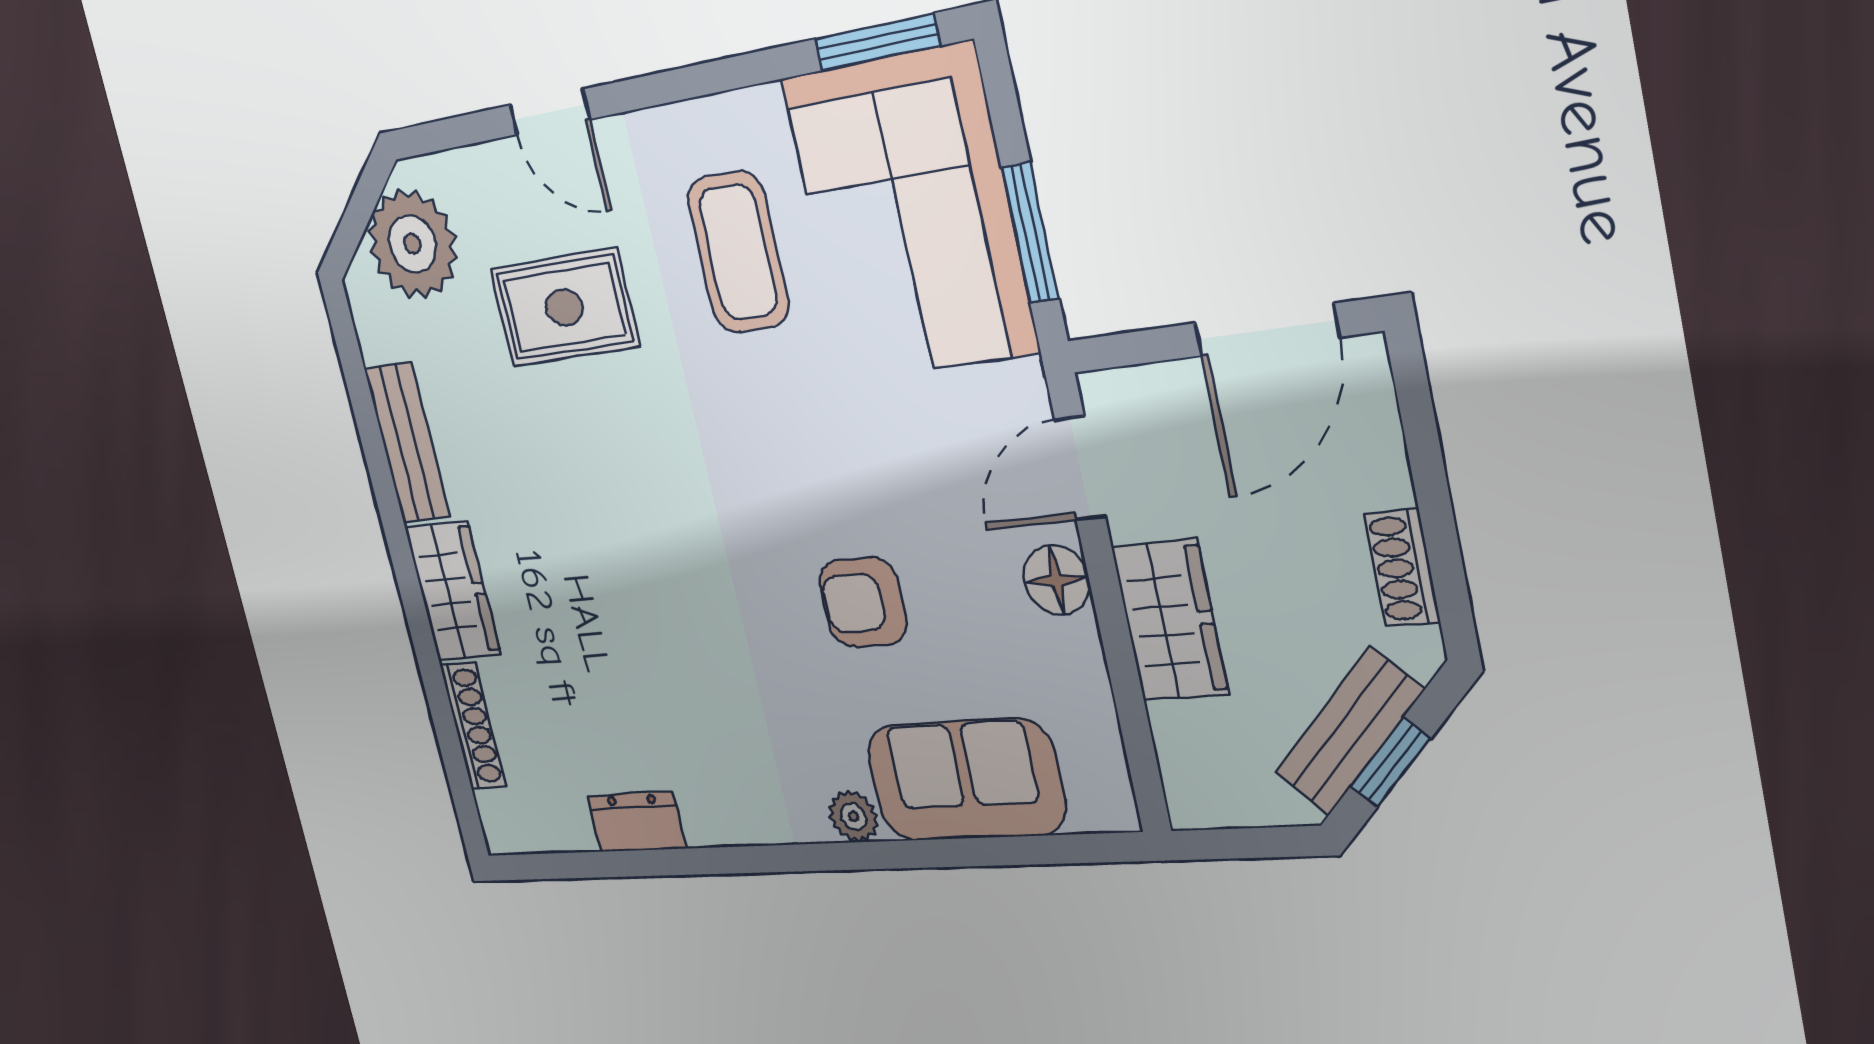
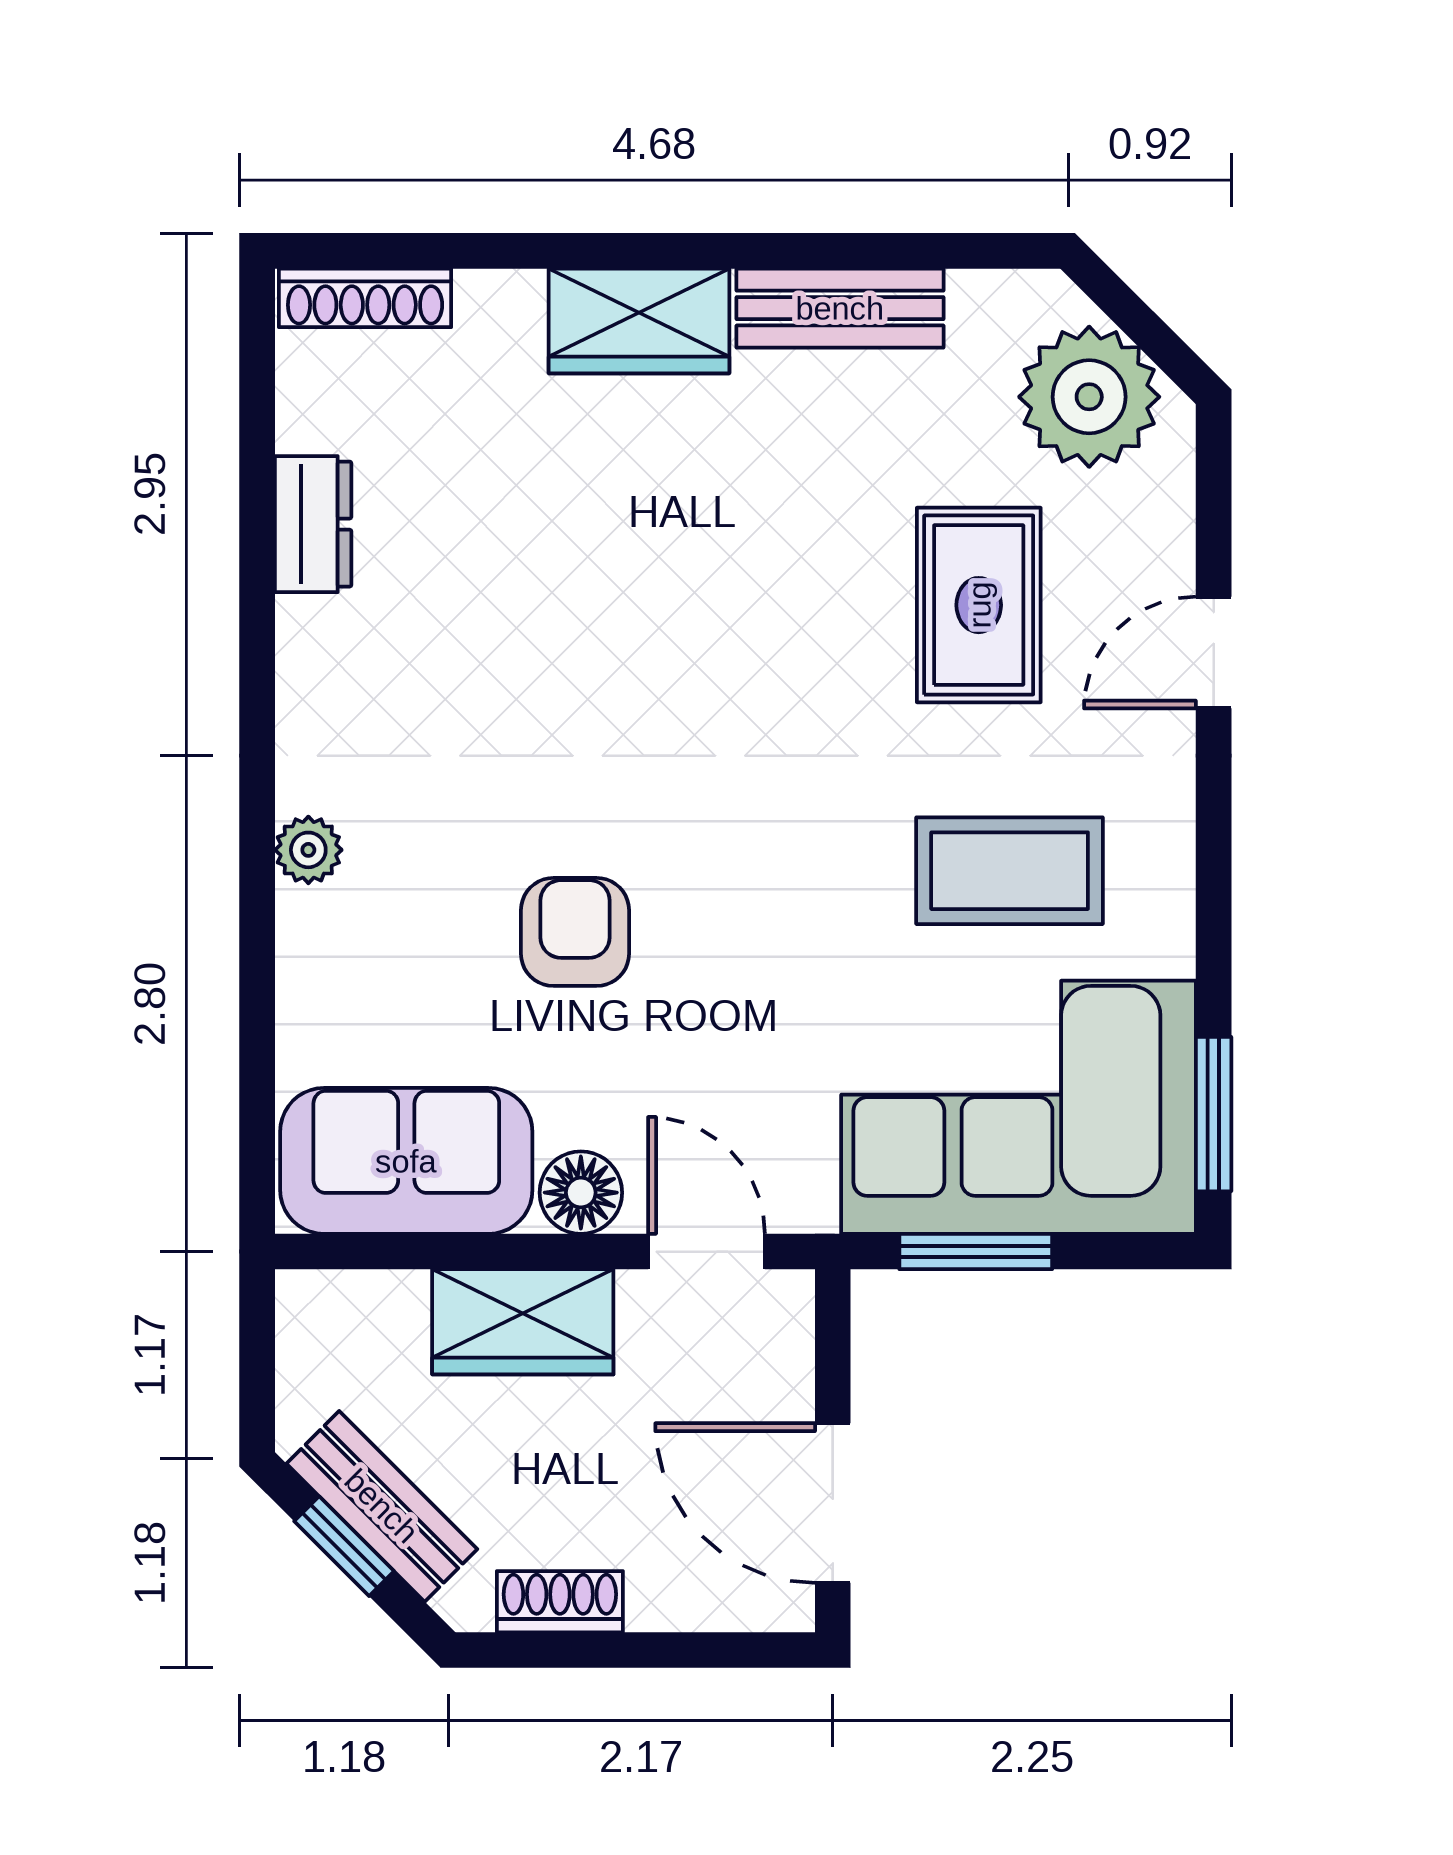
shoe rack: (473, 726) -> (365, 298), moved
sofa: (965, 780) -> (406, 1161), moved, turned -90

